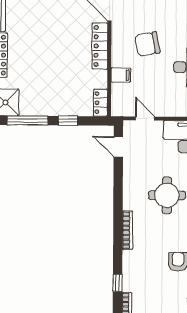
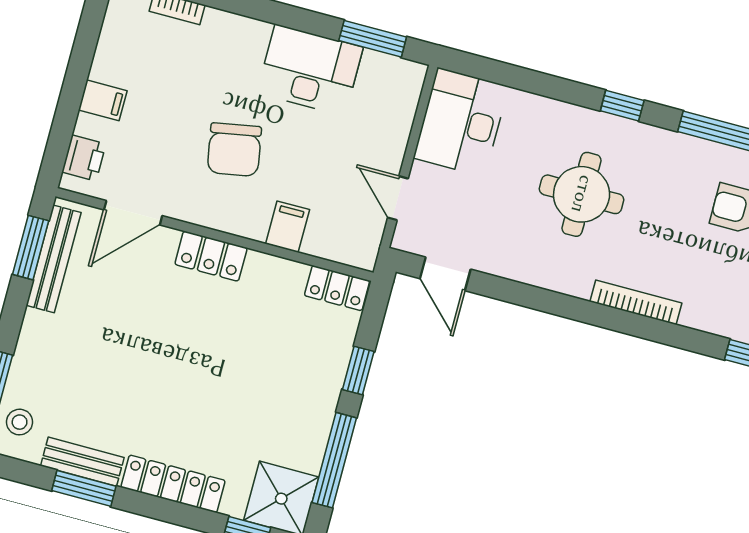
locker: (100, 46) -> (211, 256), width x0.66
door: (145, 118) -> (398, 198), hinge flipped
door: (118, 147) -> (445, 274), hinge flipped

